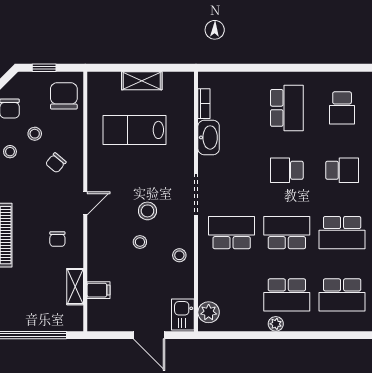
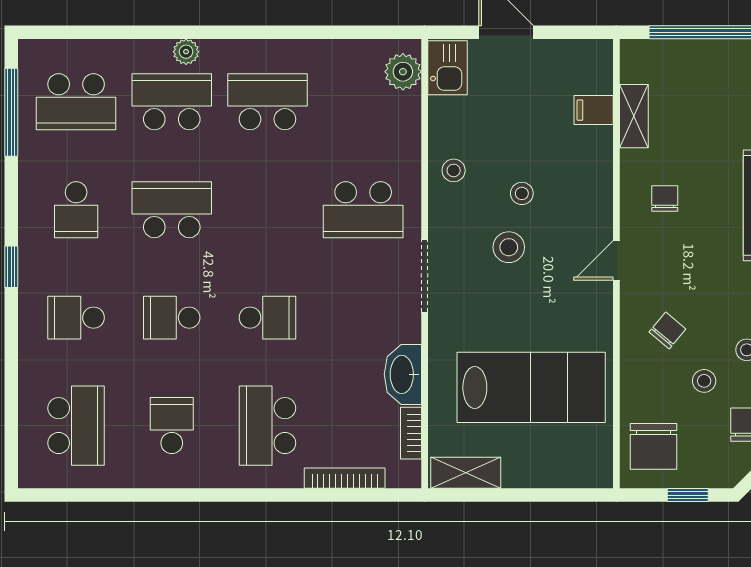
bookcase: (242, 78) -> (345, 478), added
shelving: (142, 81) -> (466, 473), moved
lab bench: (135, 130) -> (531, 387), width x1.36, depth x1.39
school desk: (287, 233) -> (267, 210), removed
plant: (276, 324) -> (186, 52), moved

